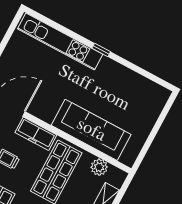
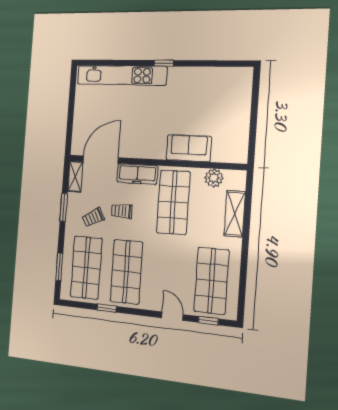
sofa: (91, 130) -> (189, 148), width x0.54, depth x0.79

